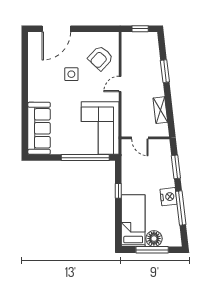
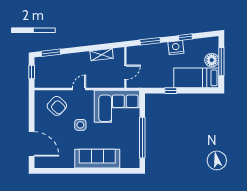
window: (165, 71) -> (51, 53), moved
side table: (71, 74) -> (80, 125), moved
door: (120, 84) -> (79, 89), swing flipped
sofa: (39, 128) -> (97, 159), moved
window: (85, 158) -> (142, 138), moved
window: (181, 208) -> (185, 37), width x0.46

